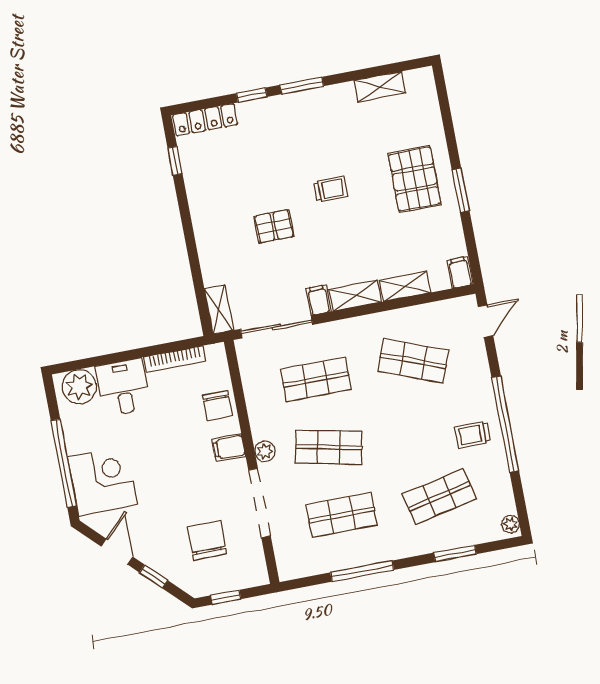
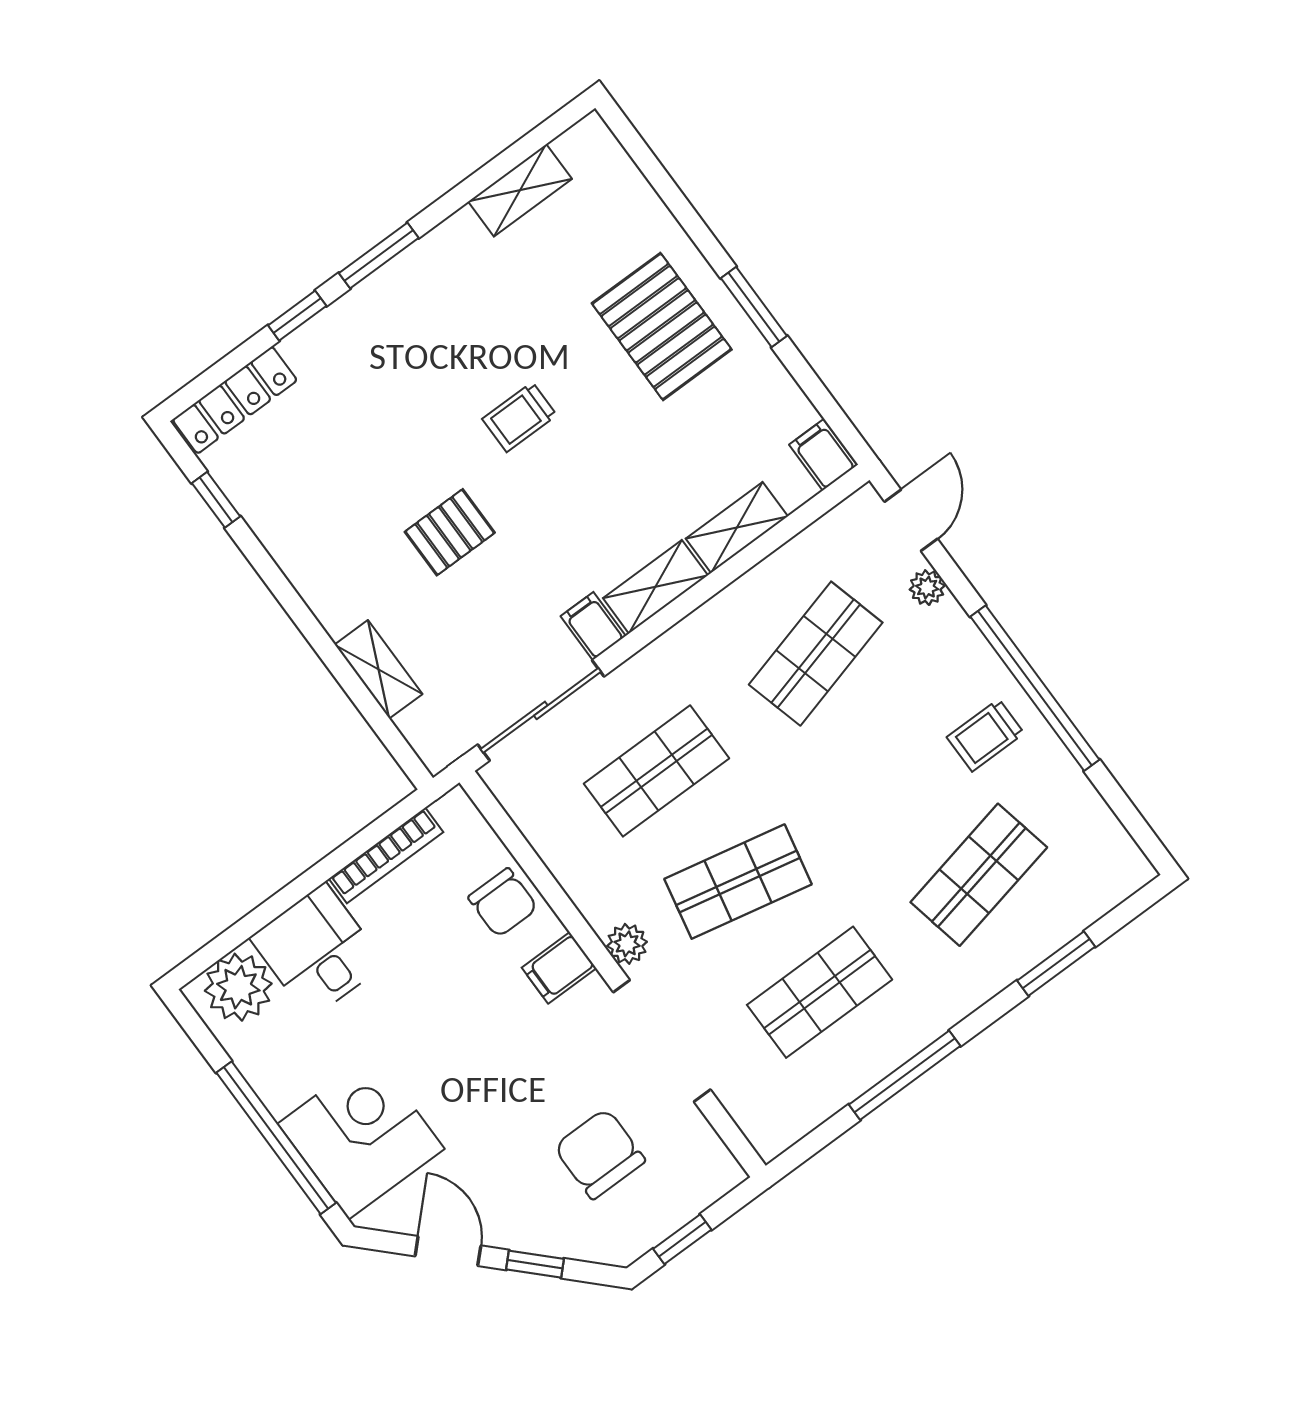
trolley: (330, 189) -> (519, 417), turned 180
shelving: (219, 309) -> (379, 669), moved
shop shelf: (413, 361) -> (816, 654), turned -36
plant: (510, 524) -> (927, 588), moved

